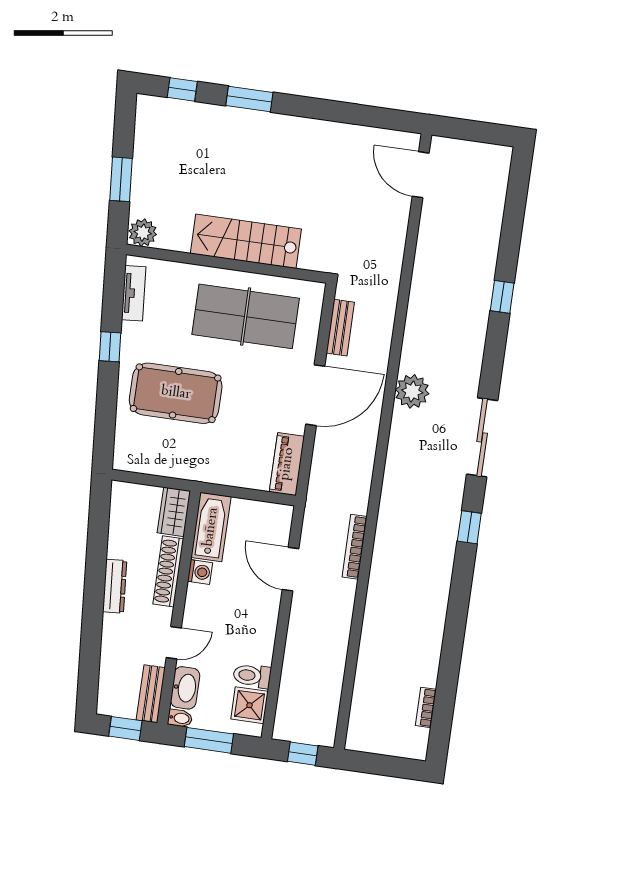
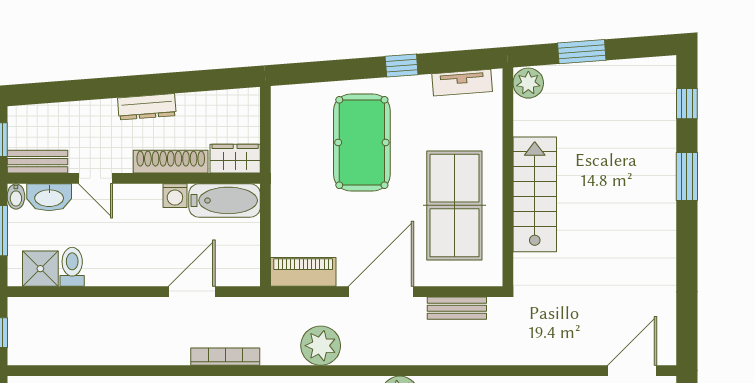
door: (315, 395) -> (381, 292), swing flipped
plant: (357, 458) -> (321, 346), added

